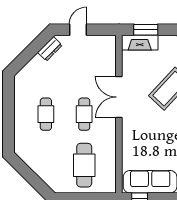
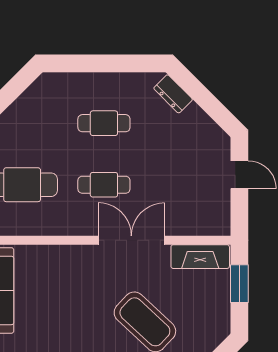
fireplace: (140, 43) -> (200, 257), moved, turned -90
dresser: (50, 49) -> (173, 94), moved

